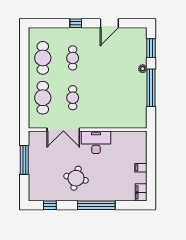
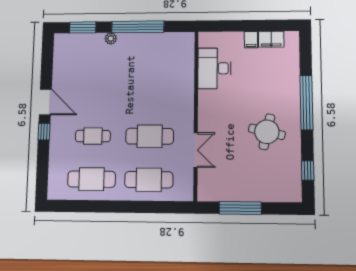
door: (109, 23) -> (45, 102), moved
cafe table: (73, 98) -> (150, 136), width x1.37, depth x1.35
double door: (63, 130) -> (196, 150), width x0.73
desk: (96, 142) -> (214, 68), moved
filing cabinet: (141, 192) -> (271, 39), moved

